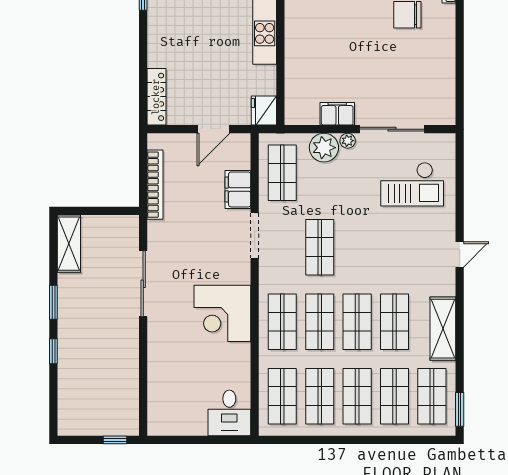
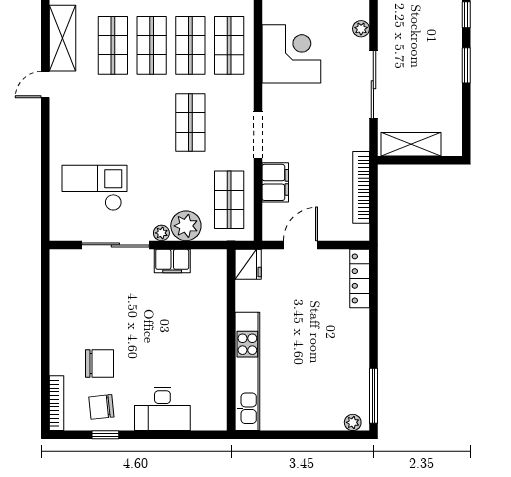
shelving: (69, 244) -> (411, 144), moved, turned 90
door: (460, 254) -> (45, 85), moved
plant: (155, 338) -> (361, 29), added

